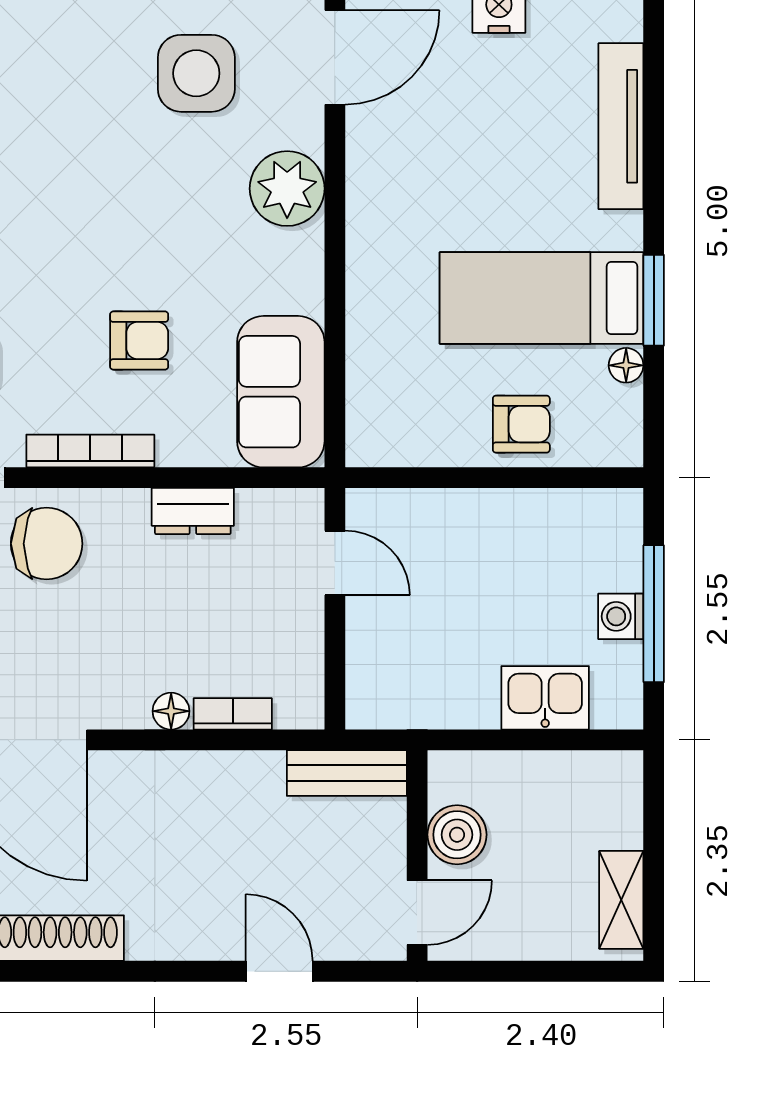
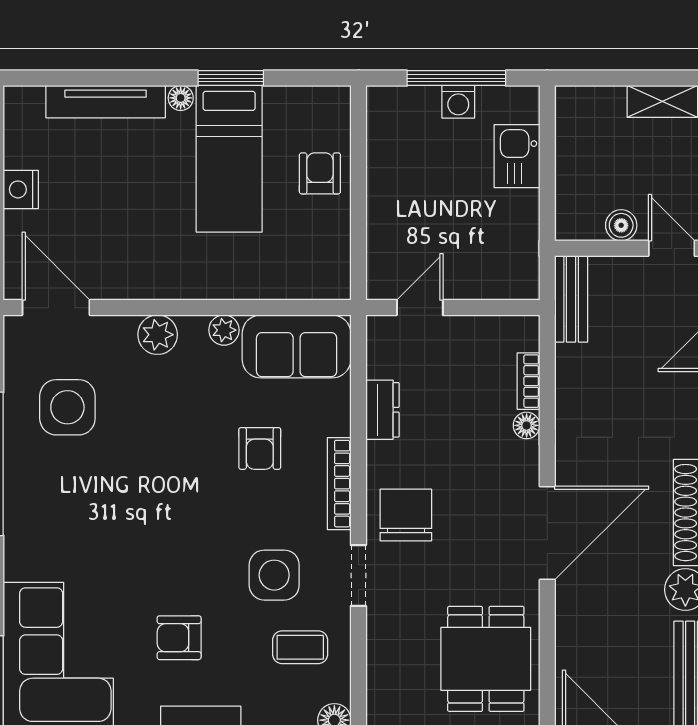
plant: (287, 189) -> (158, 335), width x0.73, depth x0.73
plant: (304, 291) -> (224, 330), added
armchair: (139, 341) -> (260, 448), turned 180
floor lamp: (626, 365) -> (181, 98), moved
boiler: (457, 835) -> (621, 225), width x0.73, depth x0.73

